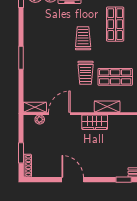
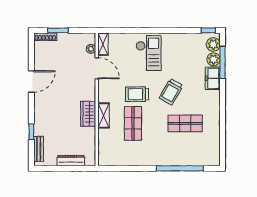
trolley: (83, 38) -> (171, 92), turned 120
window: (21, 58) -> (152, 30), removed
checkout: (44, 61) -> (149, 53), added
wardrobe: (95, 122) -> (88, 114), moved

